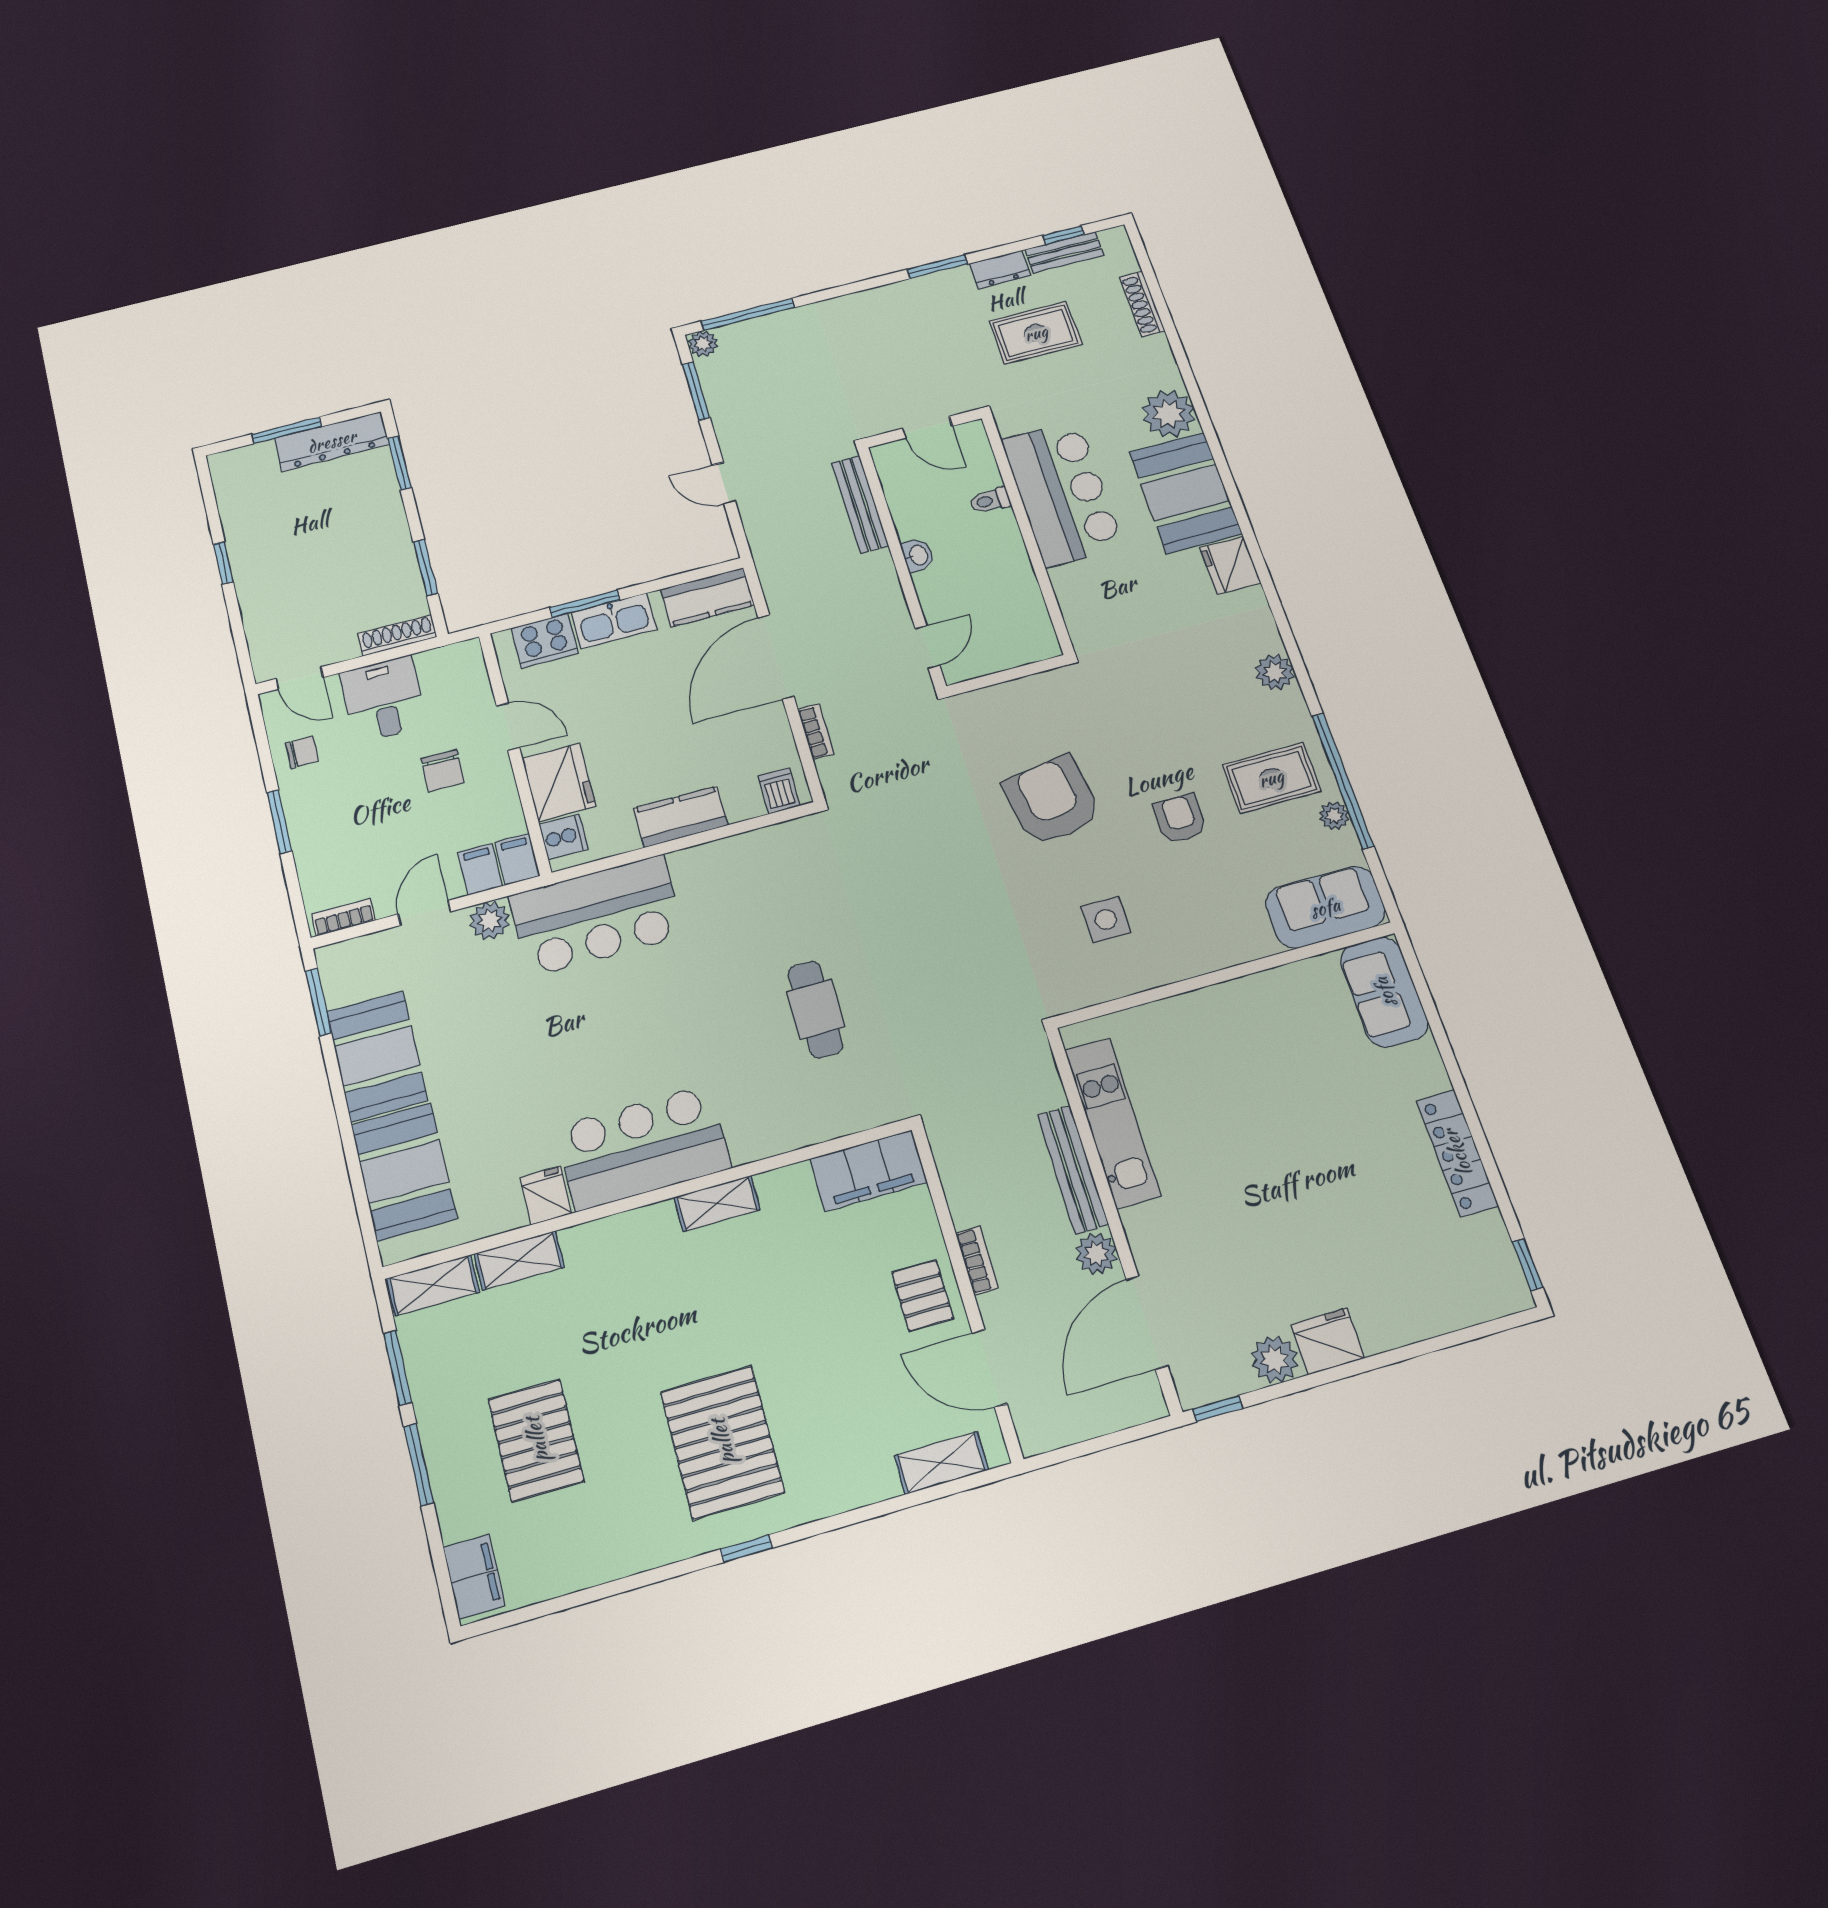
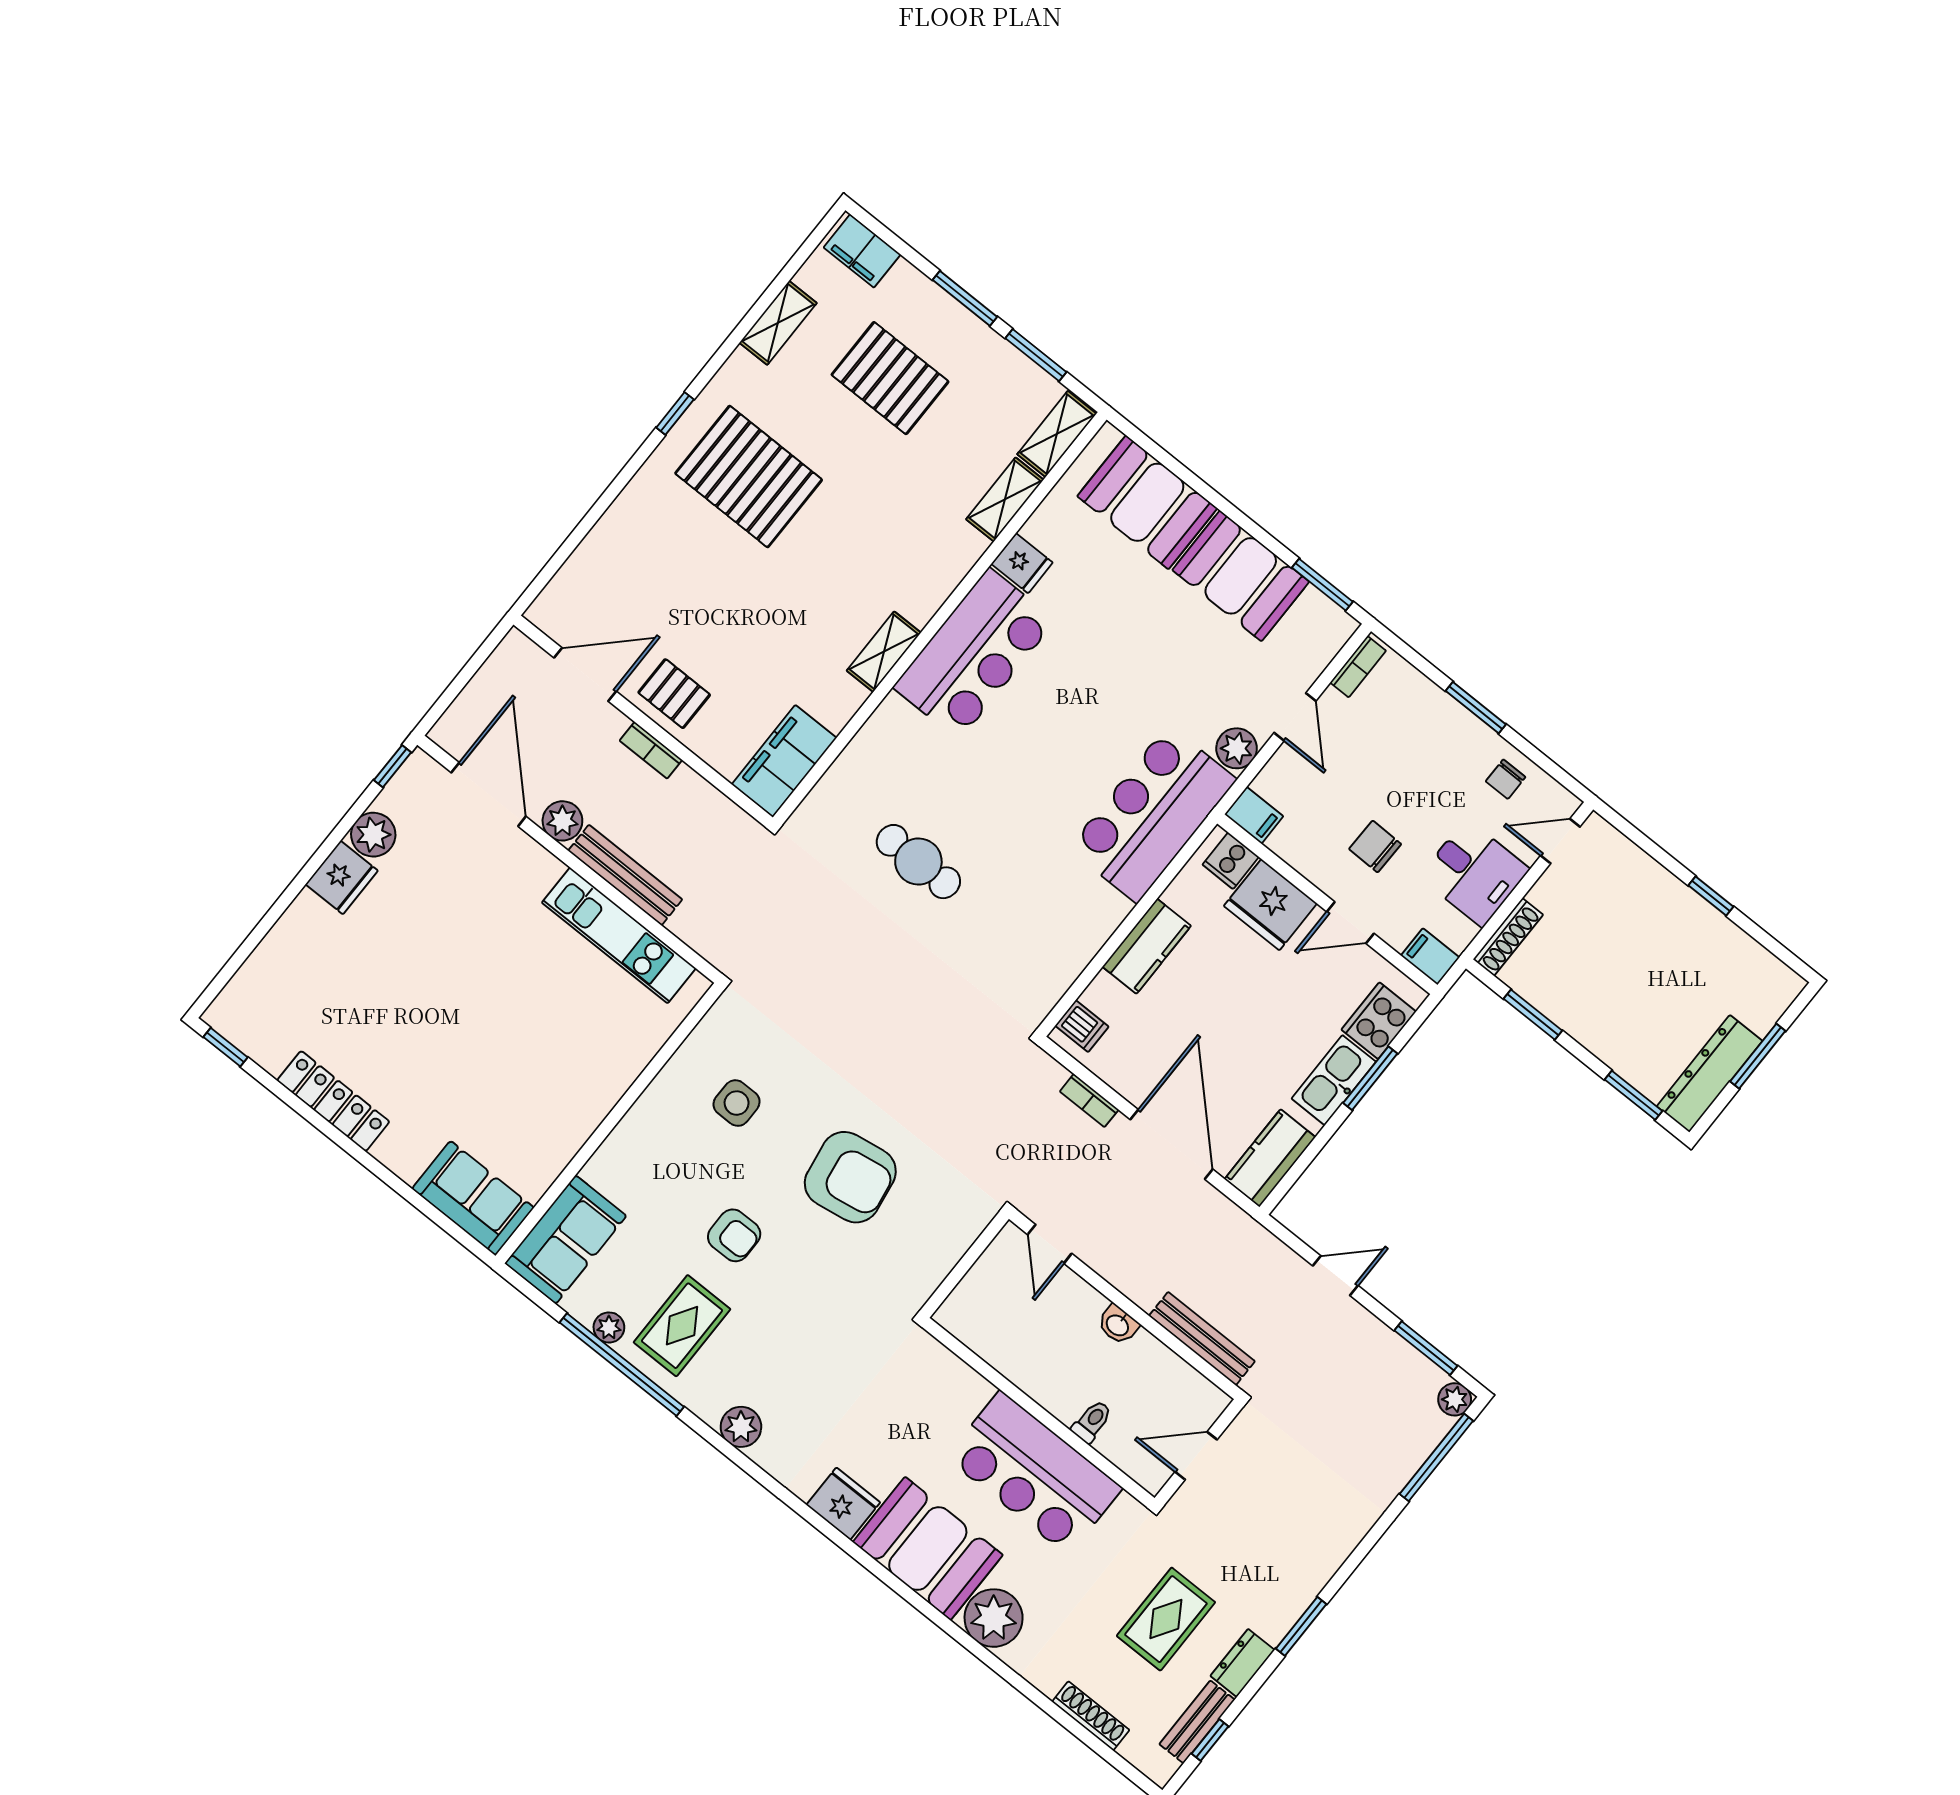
filing cabinet: (480, 869) -> (1430, 957), moved, turned 180
shelving: (941, 1463) -> (778, 323), moved

